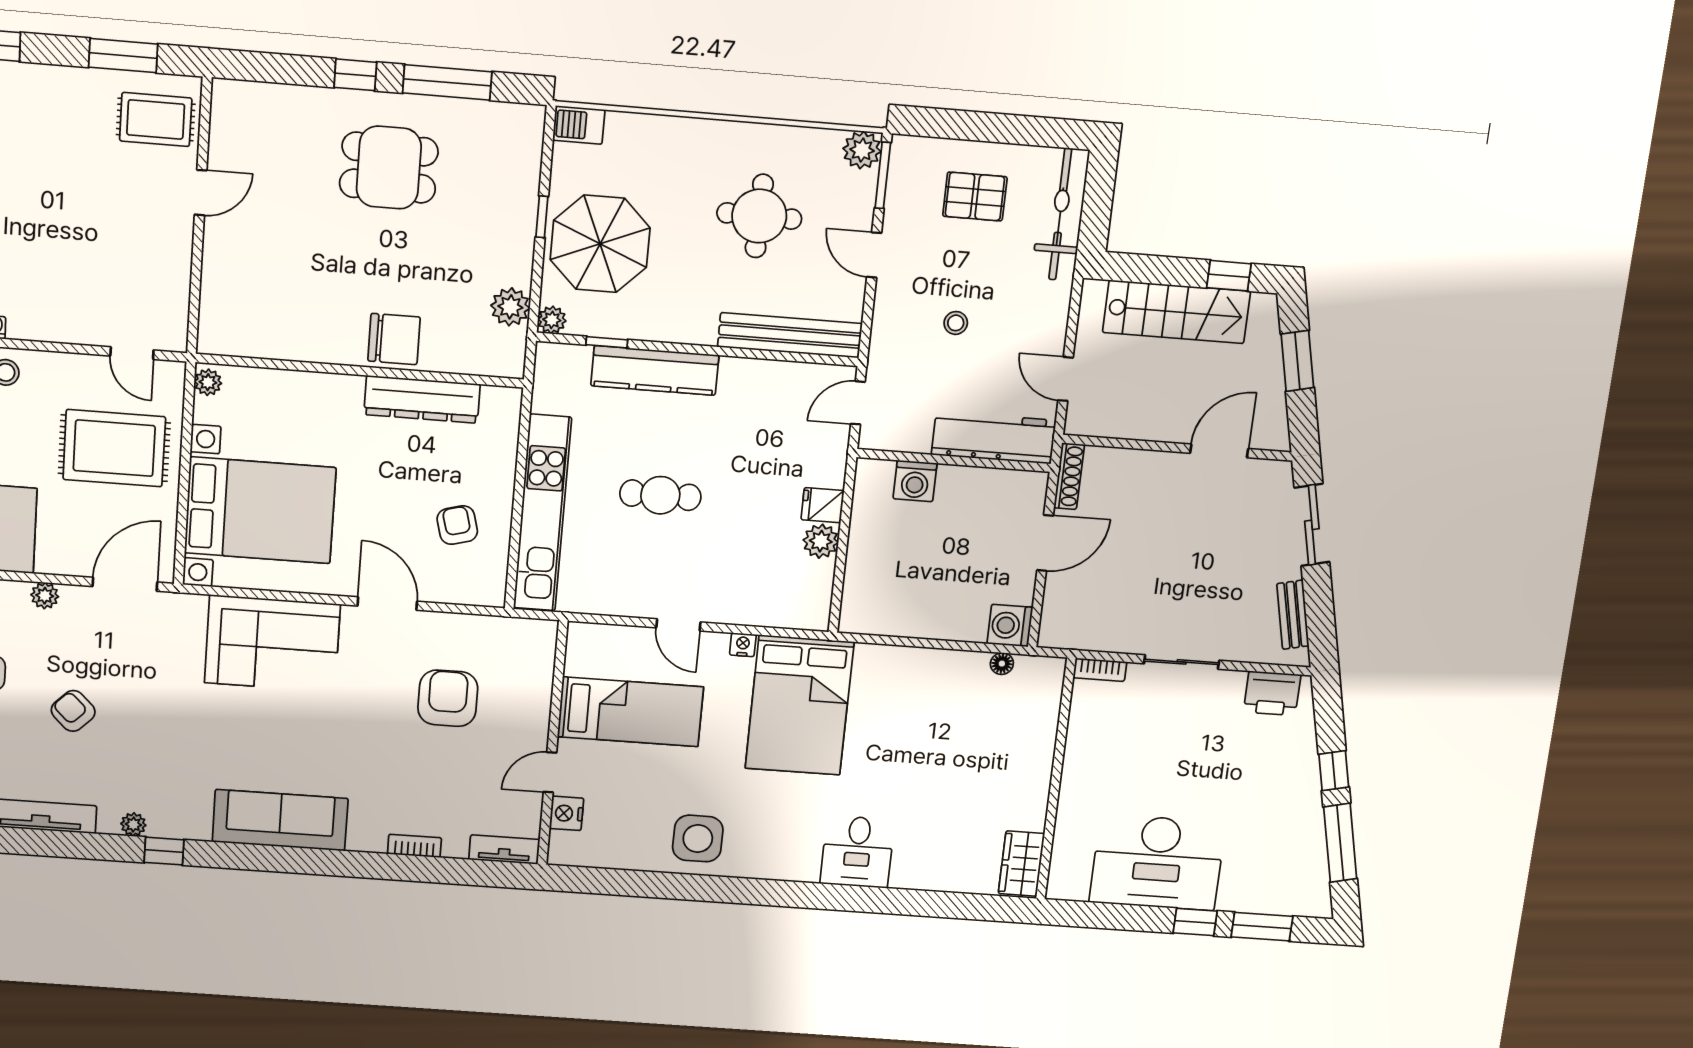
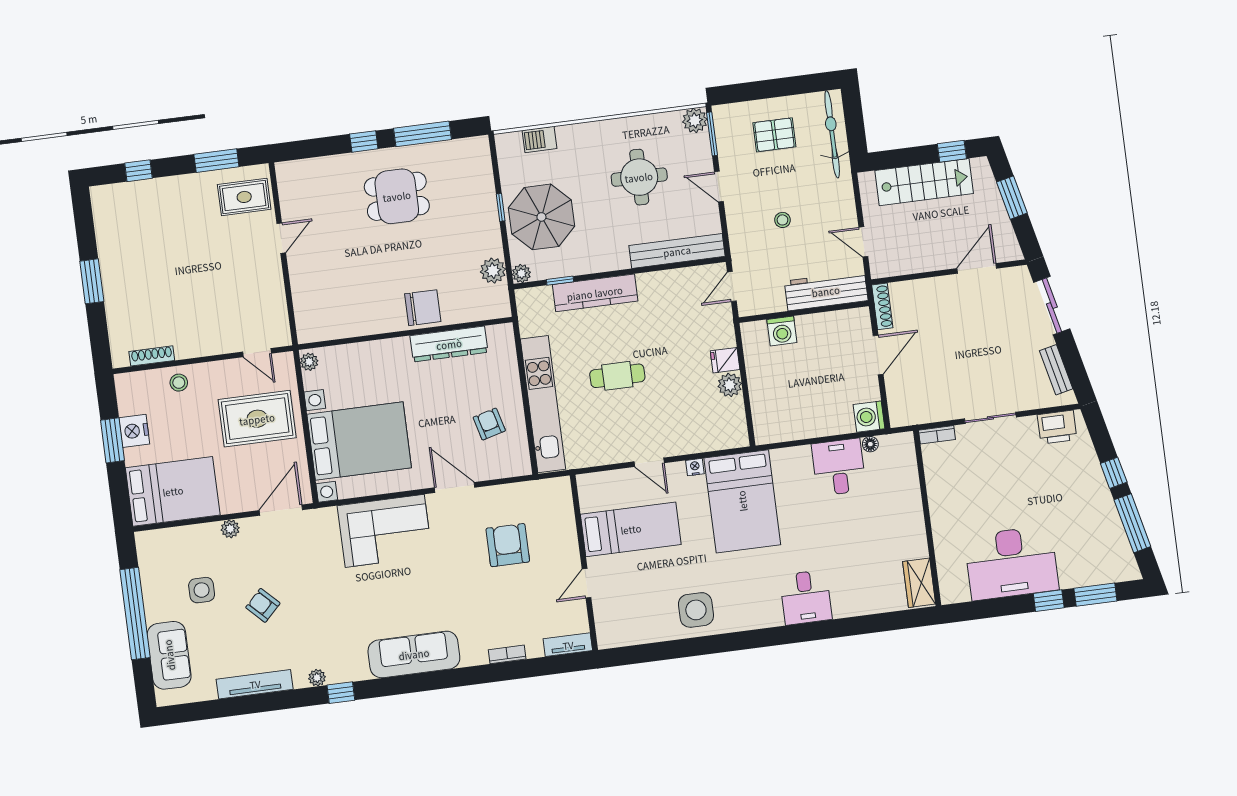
barbecue: (579, 125) -> (539, 139), moved
desk: (949, 686) -> (839, 467), added
nightstand: (567, 813) -> (604, 610), removed

